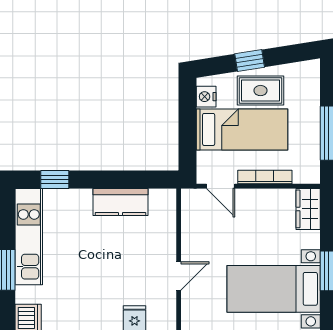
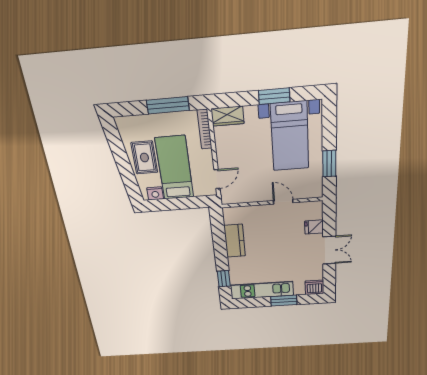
window: (250, 61) -> (124, 167), removed
bookcase: (265, 177) -> (205, 129), moved

